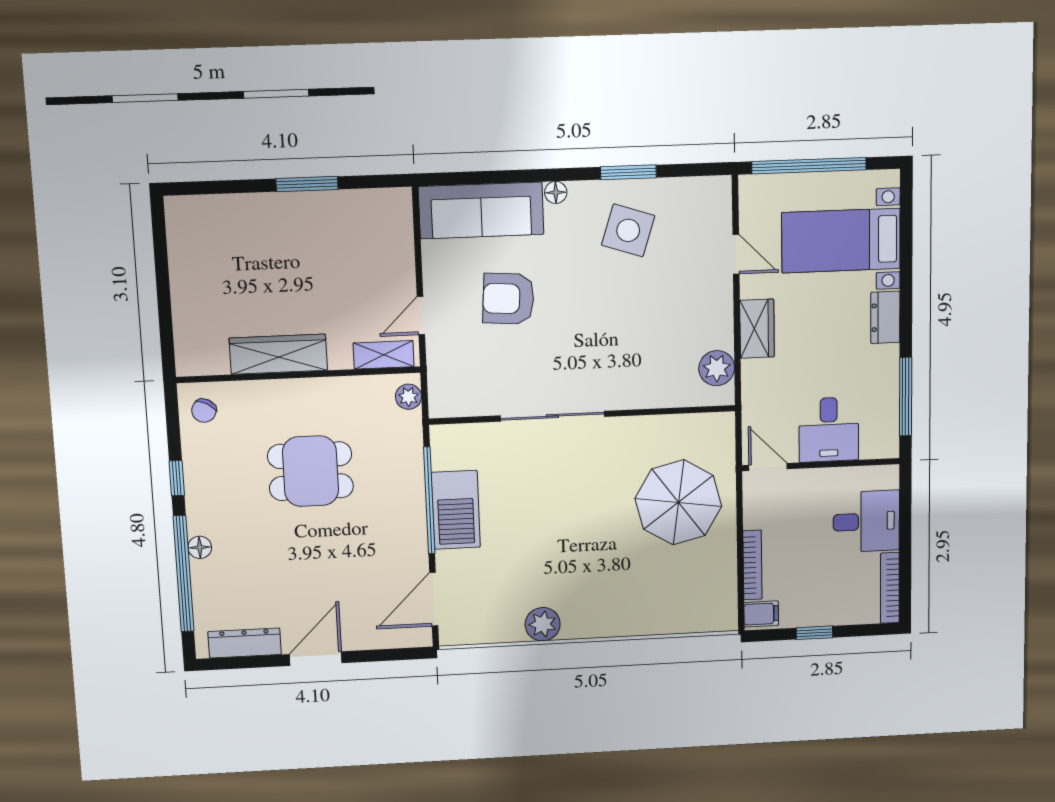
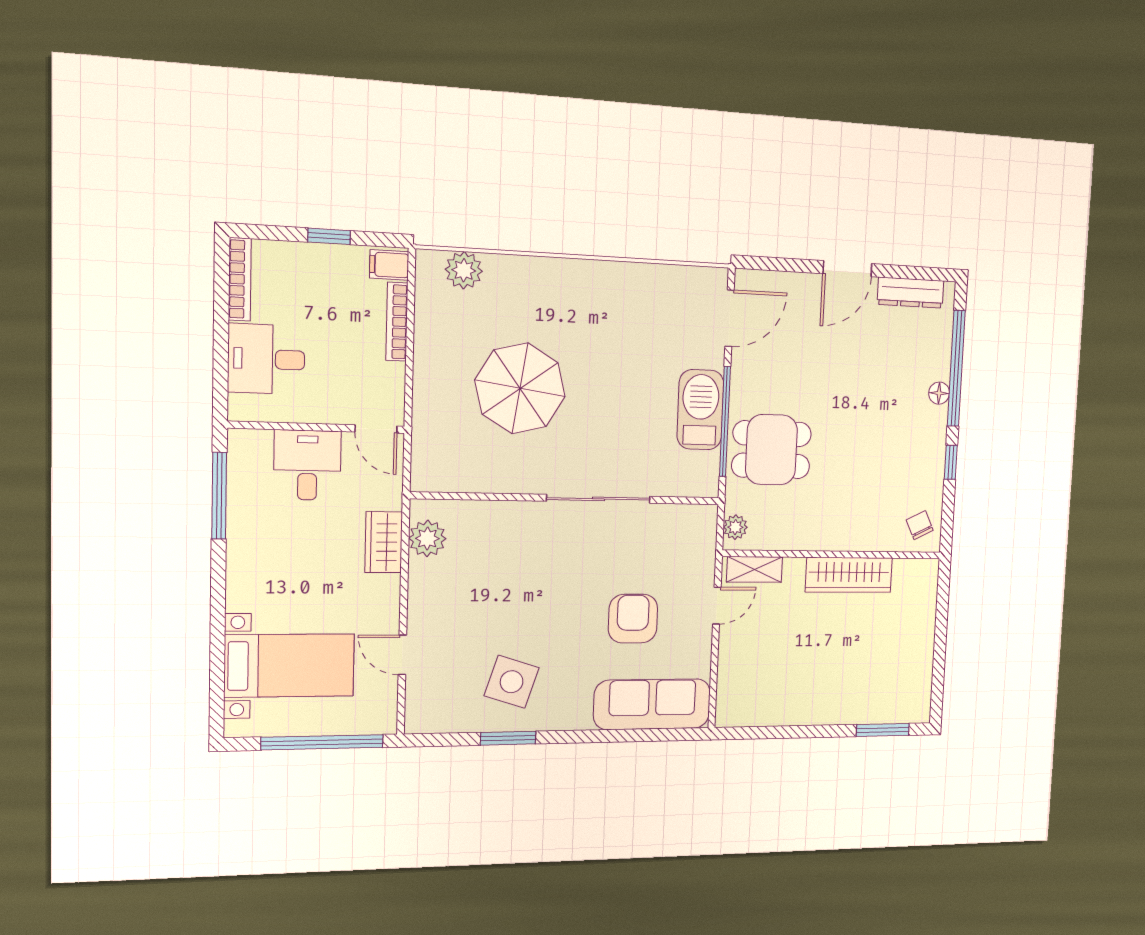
window: (307, 184) -> (883, 730), moved
floor lamp: (556, 192) -> (580, 720), removed
armchair: (508, 299) -> (633, 619), turned -94
dresser: (885, 317) -> (241, 583), removed
wardrobe: (757, 329) -> (384, 542), moved
chair: (204, 411) -> (920, 525), turned -55
dining table: (310, 471) -> (771, 450), moved
parasol: (678, 502) -> (520, 388), moved
plant: (543, 624) -> (464, 270), moved

